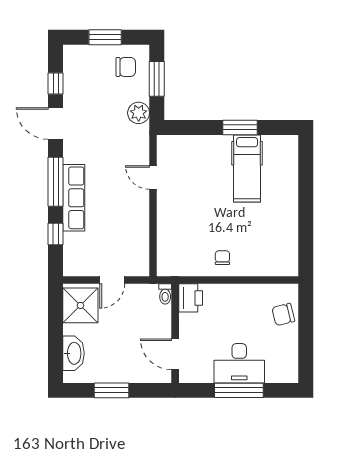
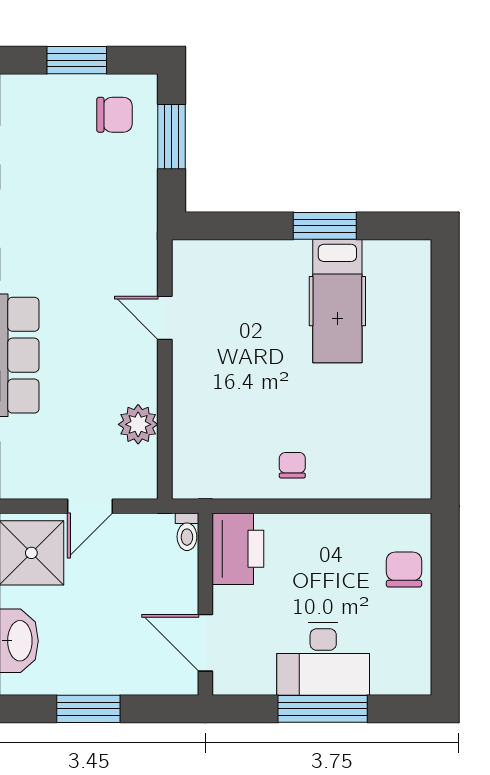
plant: (139, 113) -> (138, 424), moved
printer: (191, 298) -> (238, 549), width x1.37, depth x1.19
chair: (283, 315) -> (404, 570), turned 104

